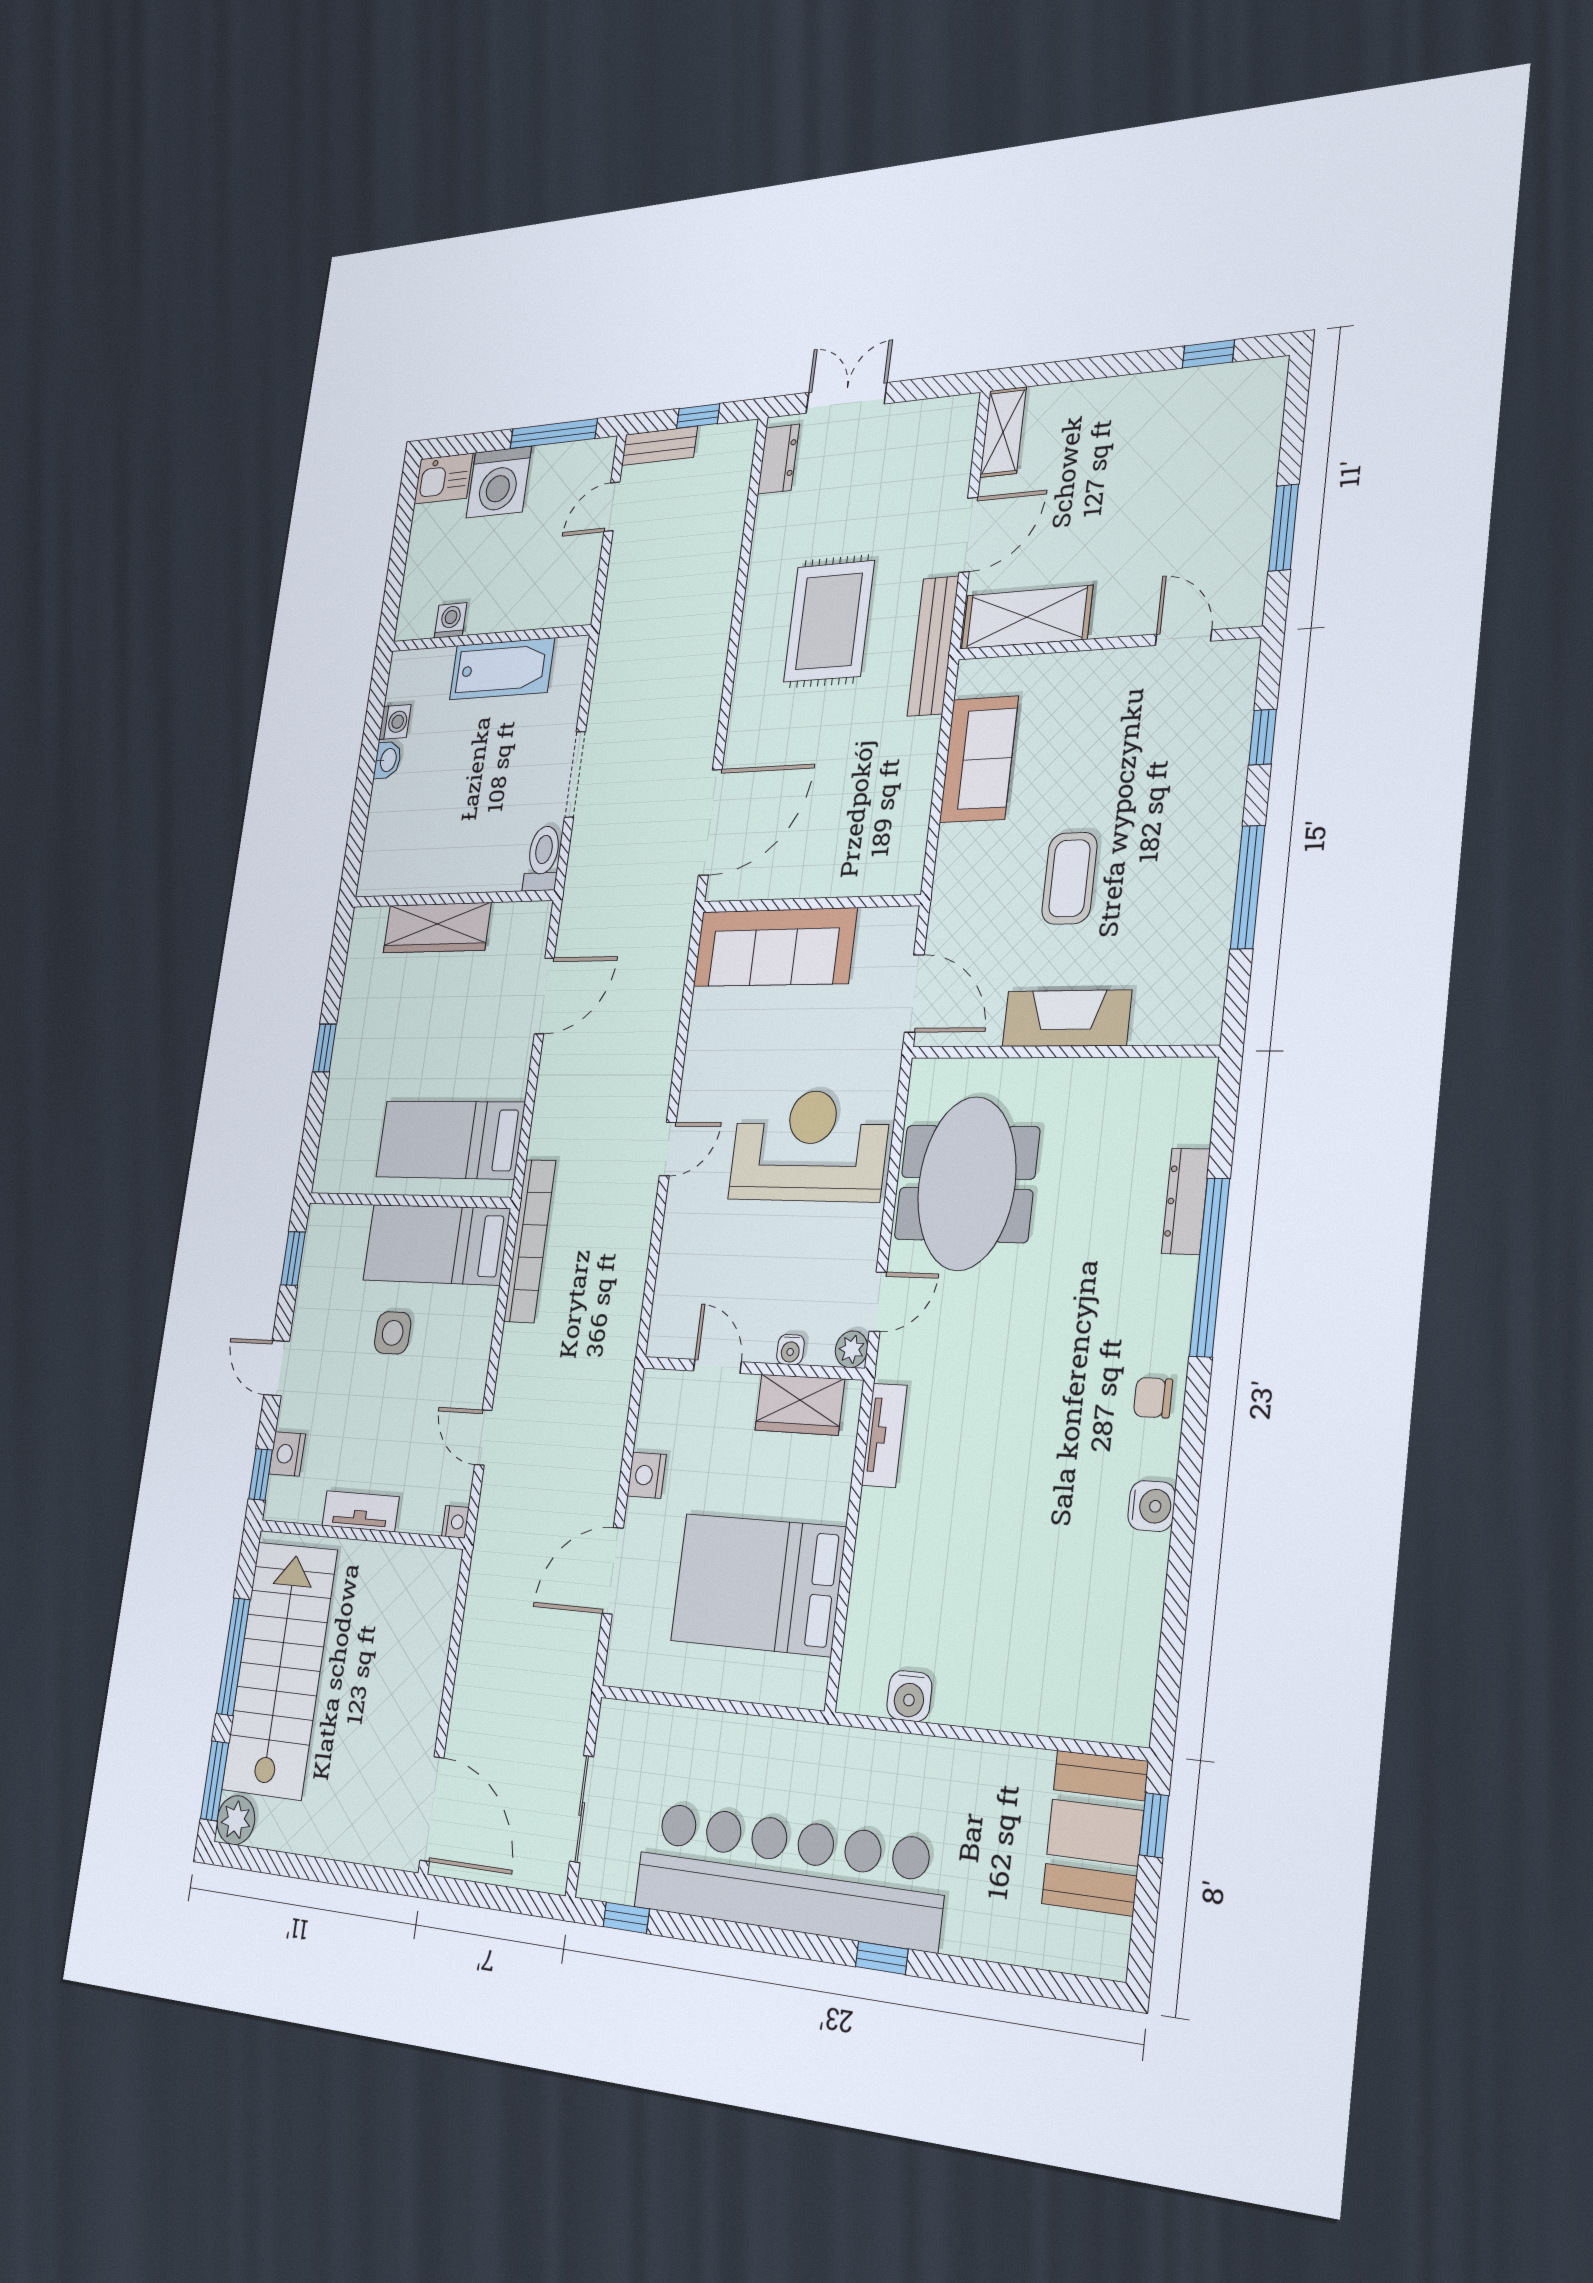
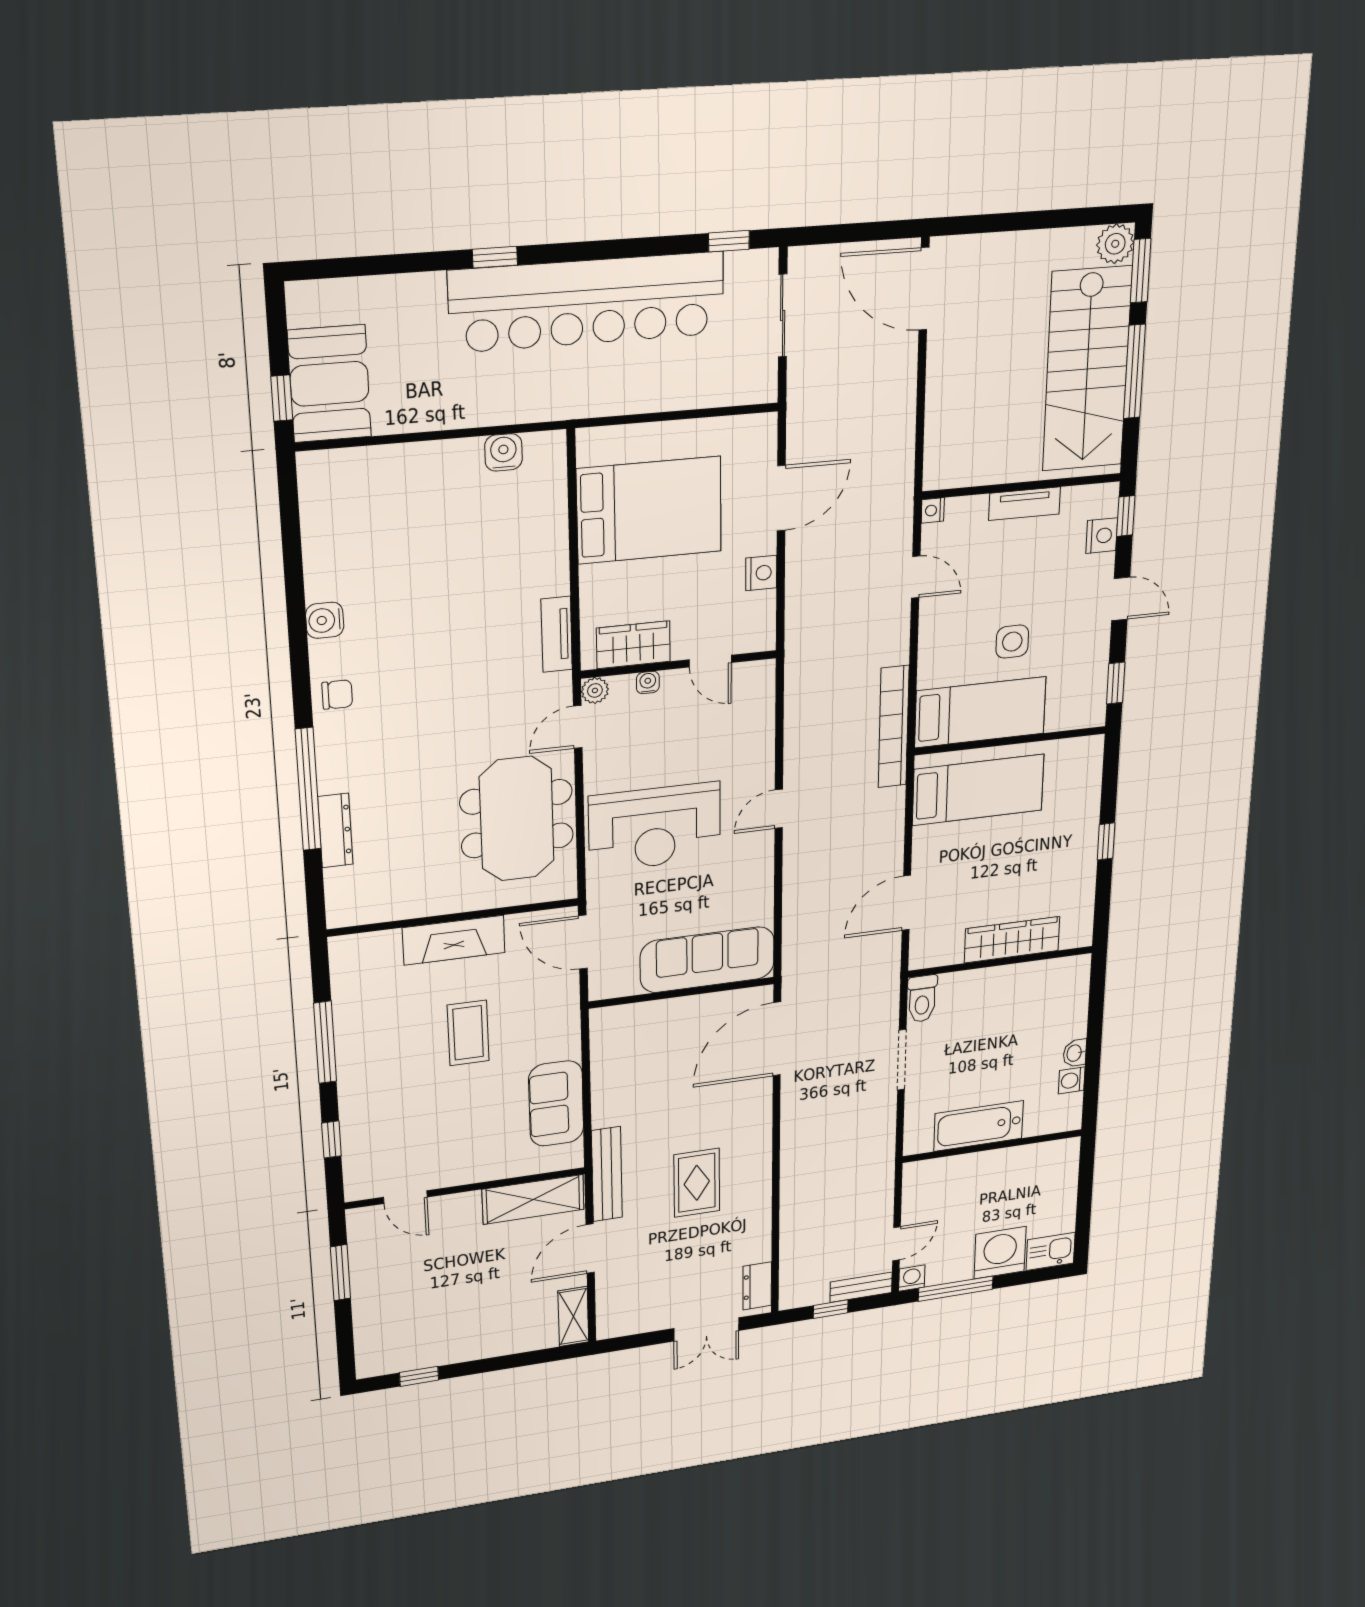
washing machine: (450, 620) -> (912, 1278), moved, turned 180
rug: (829, 621) -> (697, 1183), width x0.73, depth x0.70

